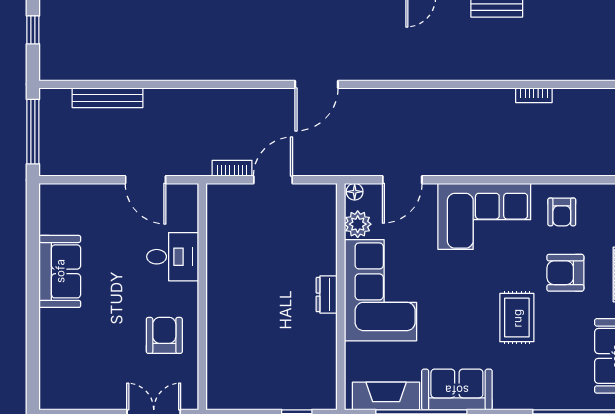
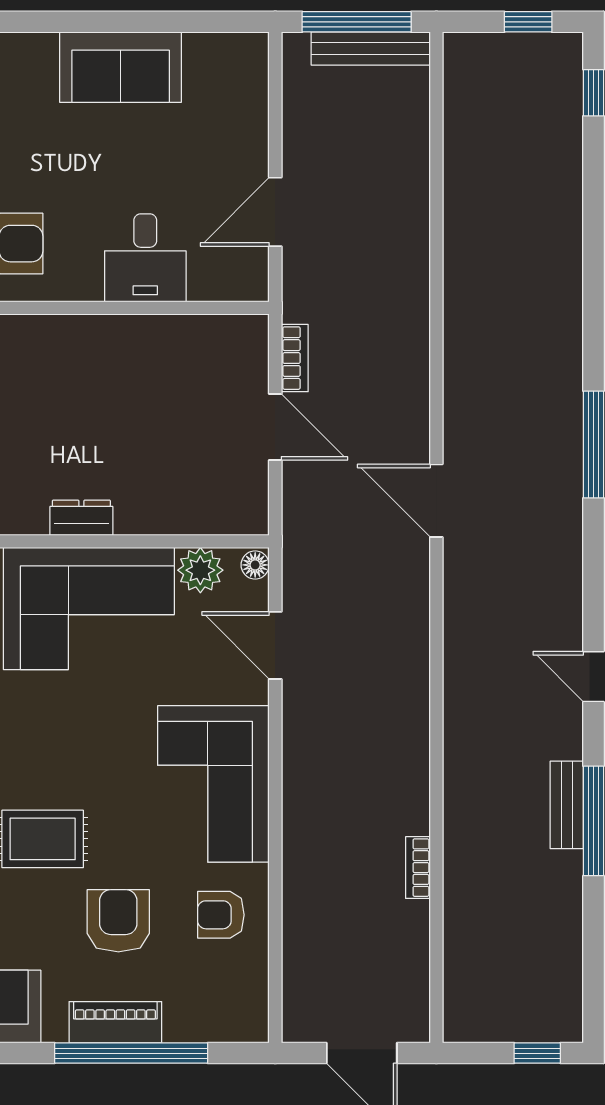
bench: (107, 98) -> (371, 49), moved, turned 90

